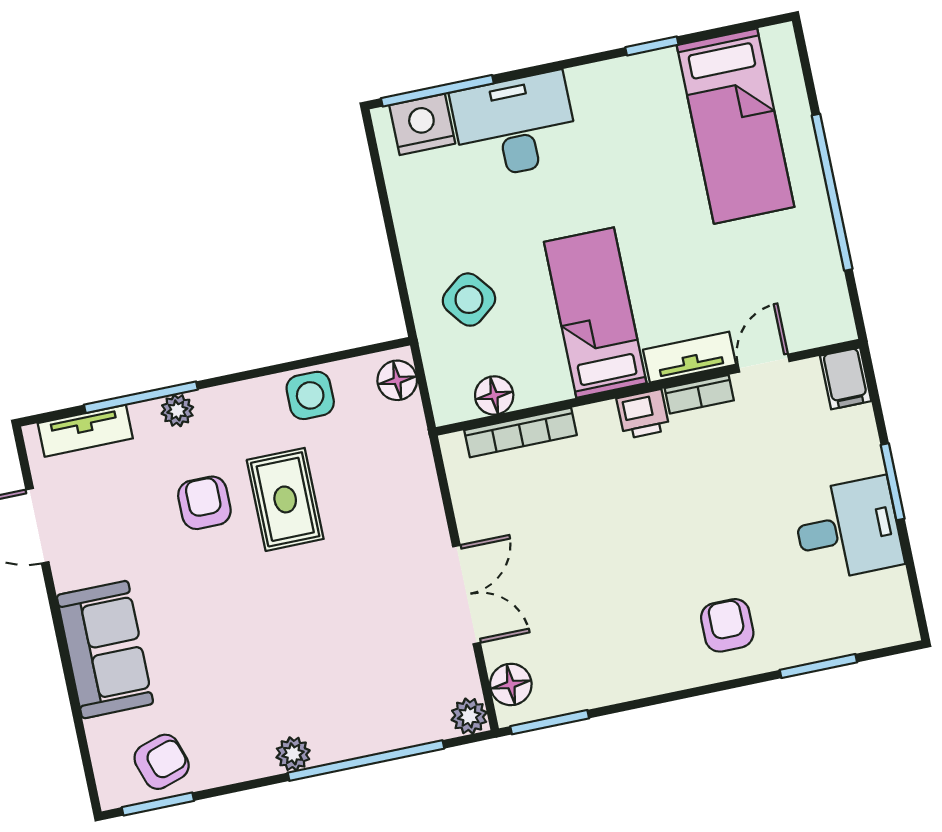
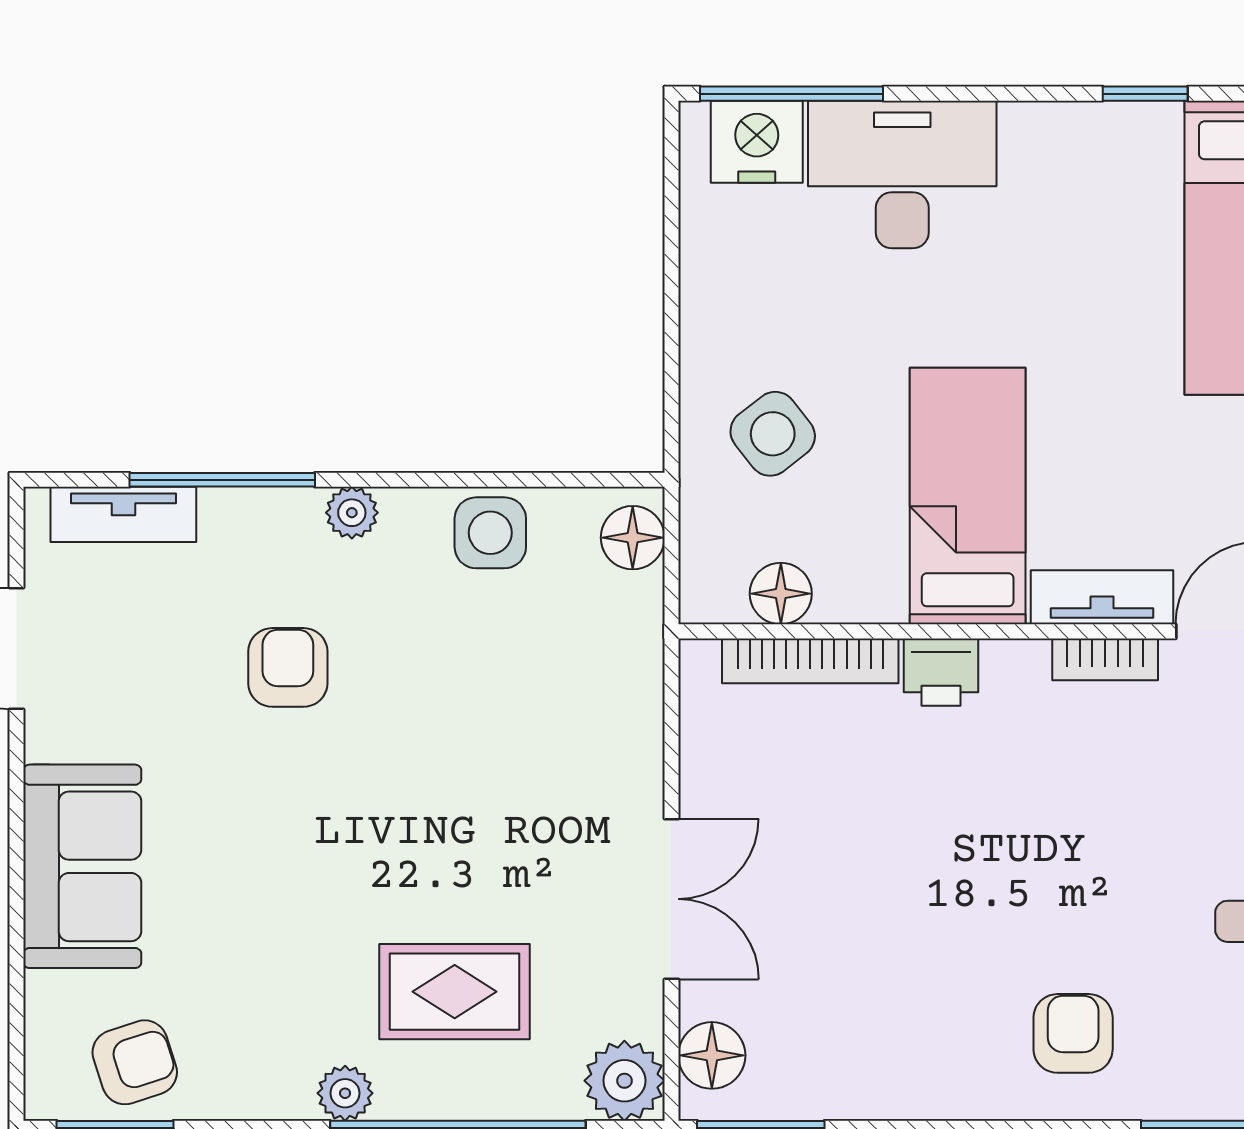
plant: (177, 410) -> (352, 513), moved
printer: (643, 414) -> (941, 672), moved
rug: (285, 499) -> (455, 992), moved, turned 90
plant: (469, 716) -> (624, 1081), width x1.38, depth x1.38

